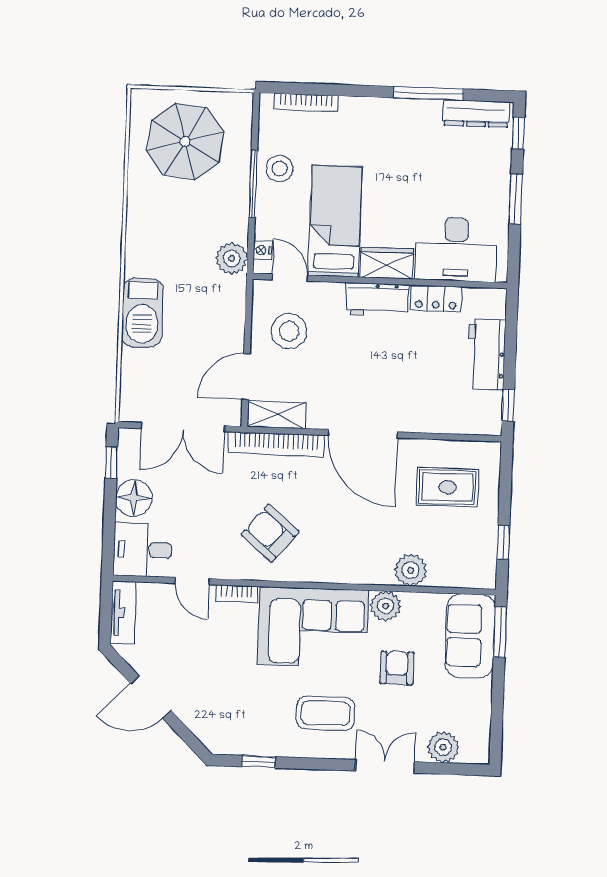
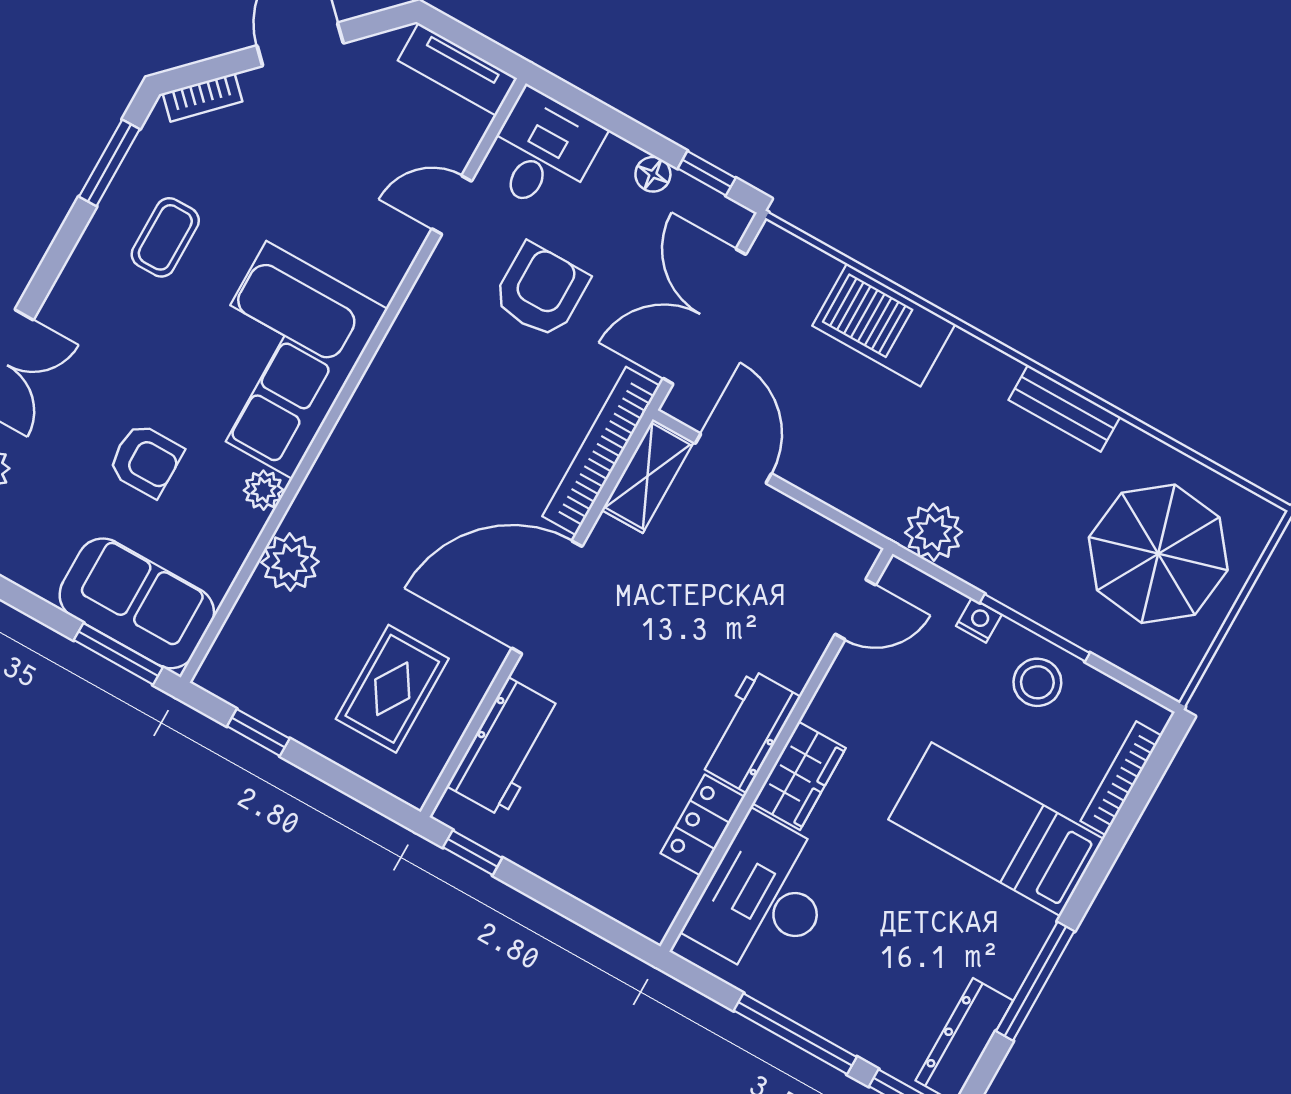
window: (516, 199) -> (795, 1034), width x1.44
bed: (335, 221) -> (996, 829), moved, turned 180
bench: (137, 225) -> (1064, 408), added
nightstand: (263, 250) -> (979, 620), moved
barbecue: (142, 313) -> (884, 325), moved
stool: (289, 331) -> (770, 564), removed
workbench: (487, 354) -> (506, 747), moved, turned 90
floor lamp: (134, 498) -> (653, 174), width x0.53, depth x0.53
armchair: (270, 533) -> (541, 290), moved, turned -40
bookcase: (237, 594) -> (202, 97), moved, turned -135
plant: (386, 606) -> (264, 490), width x0.73, depth x0.73
coffee table: (326, 713) -> (165, 237), moved, width x0.73, depth x0.77
window: (259, 762) -> (109, 163), width x1.50

